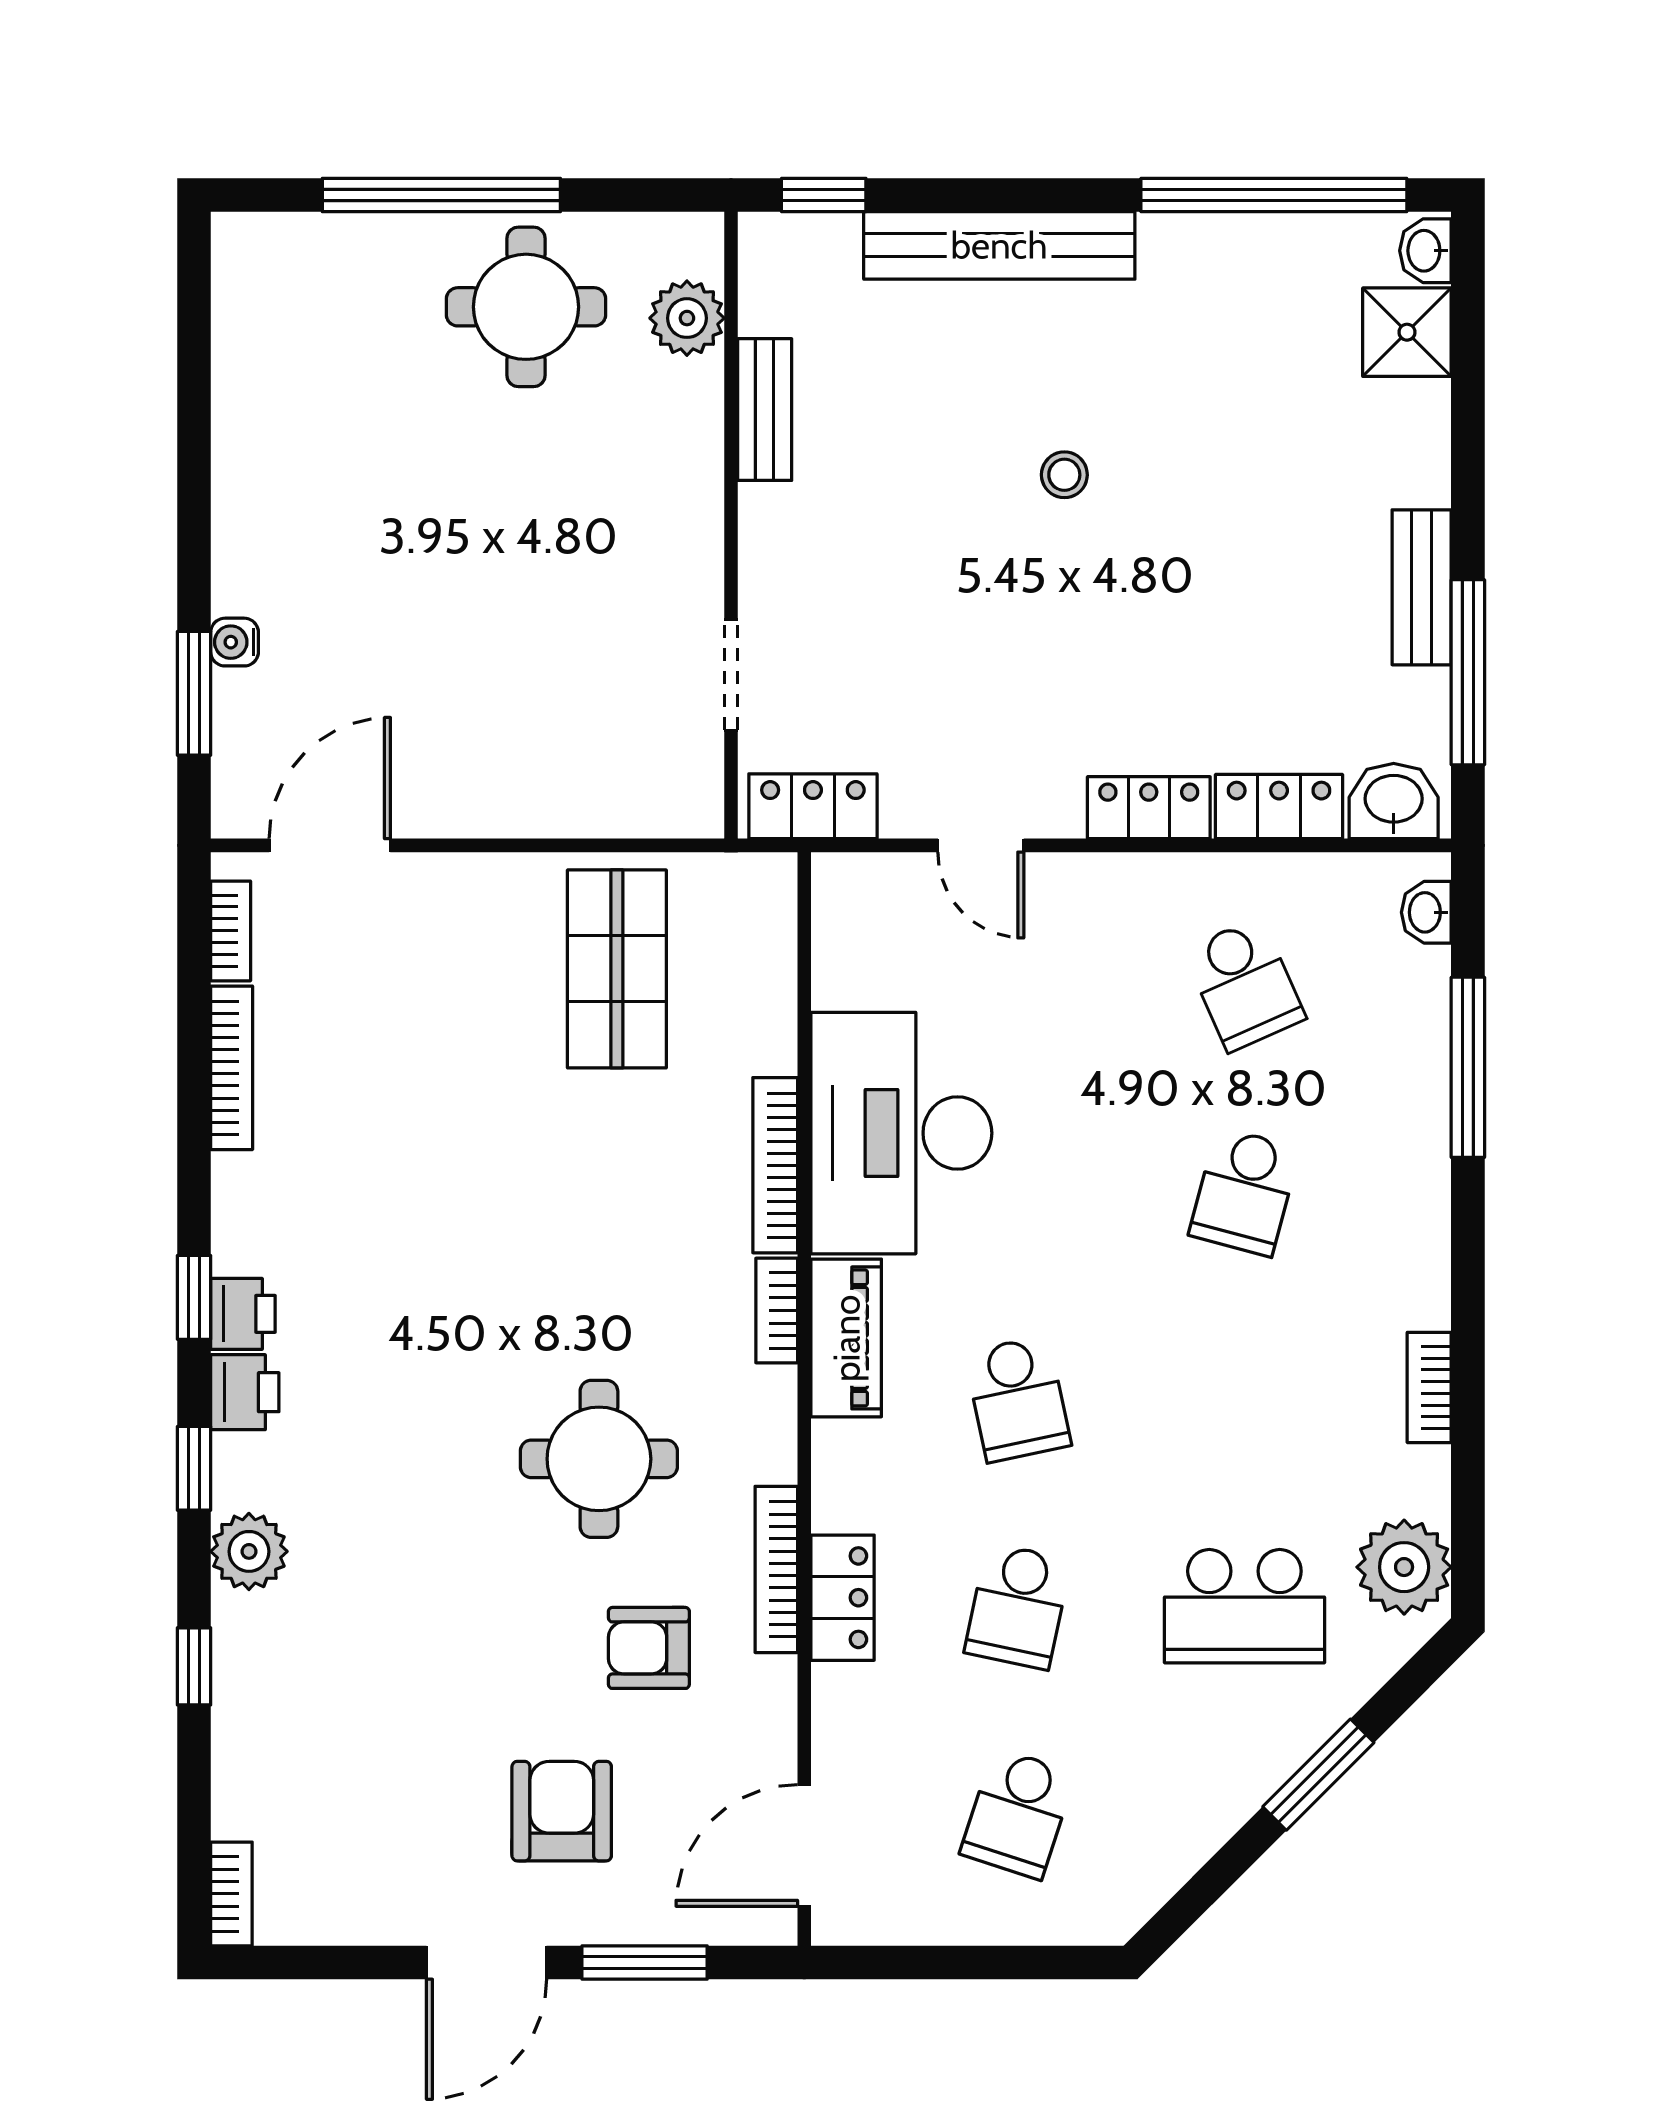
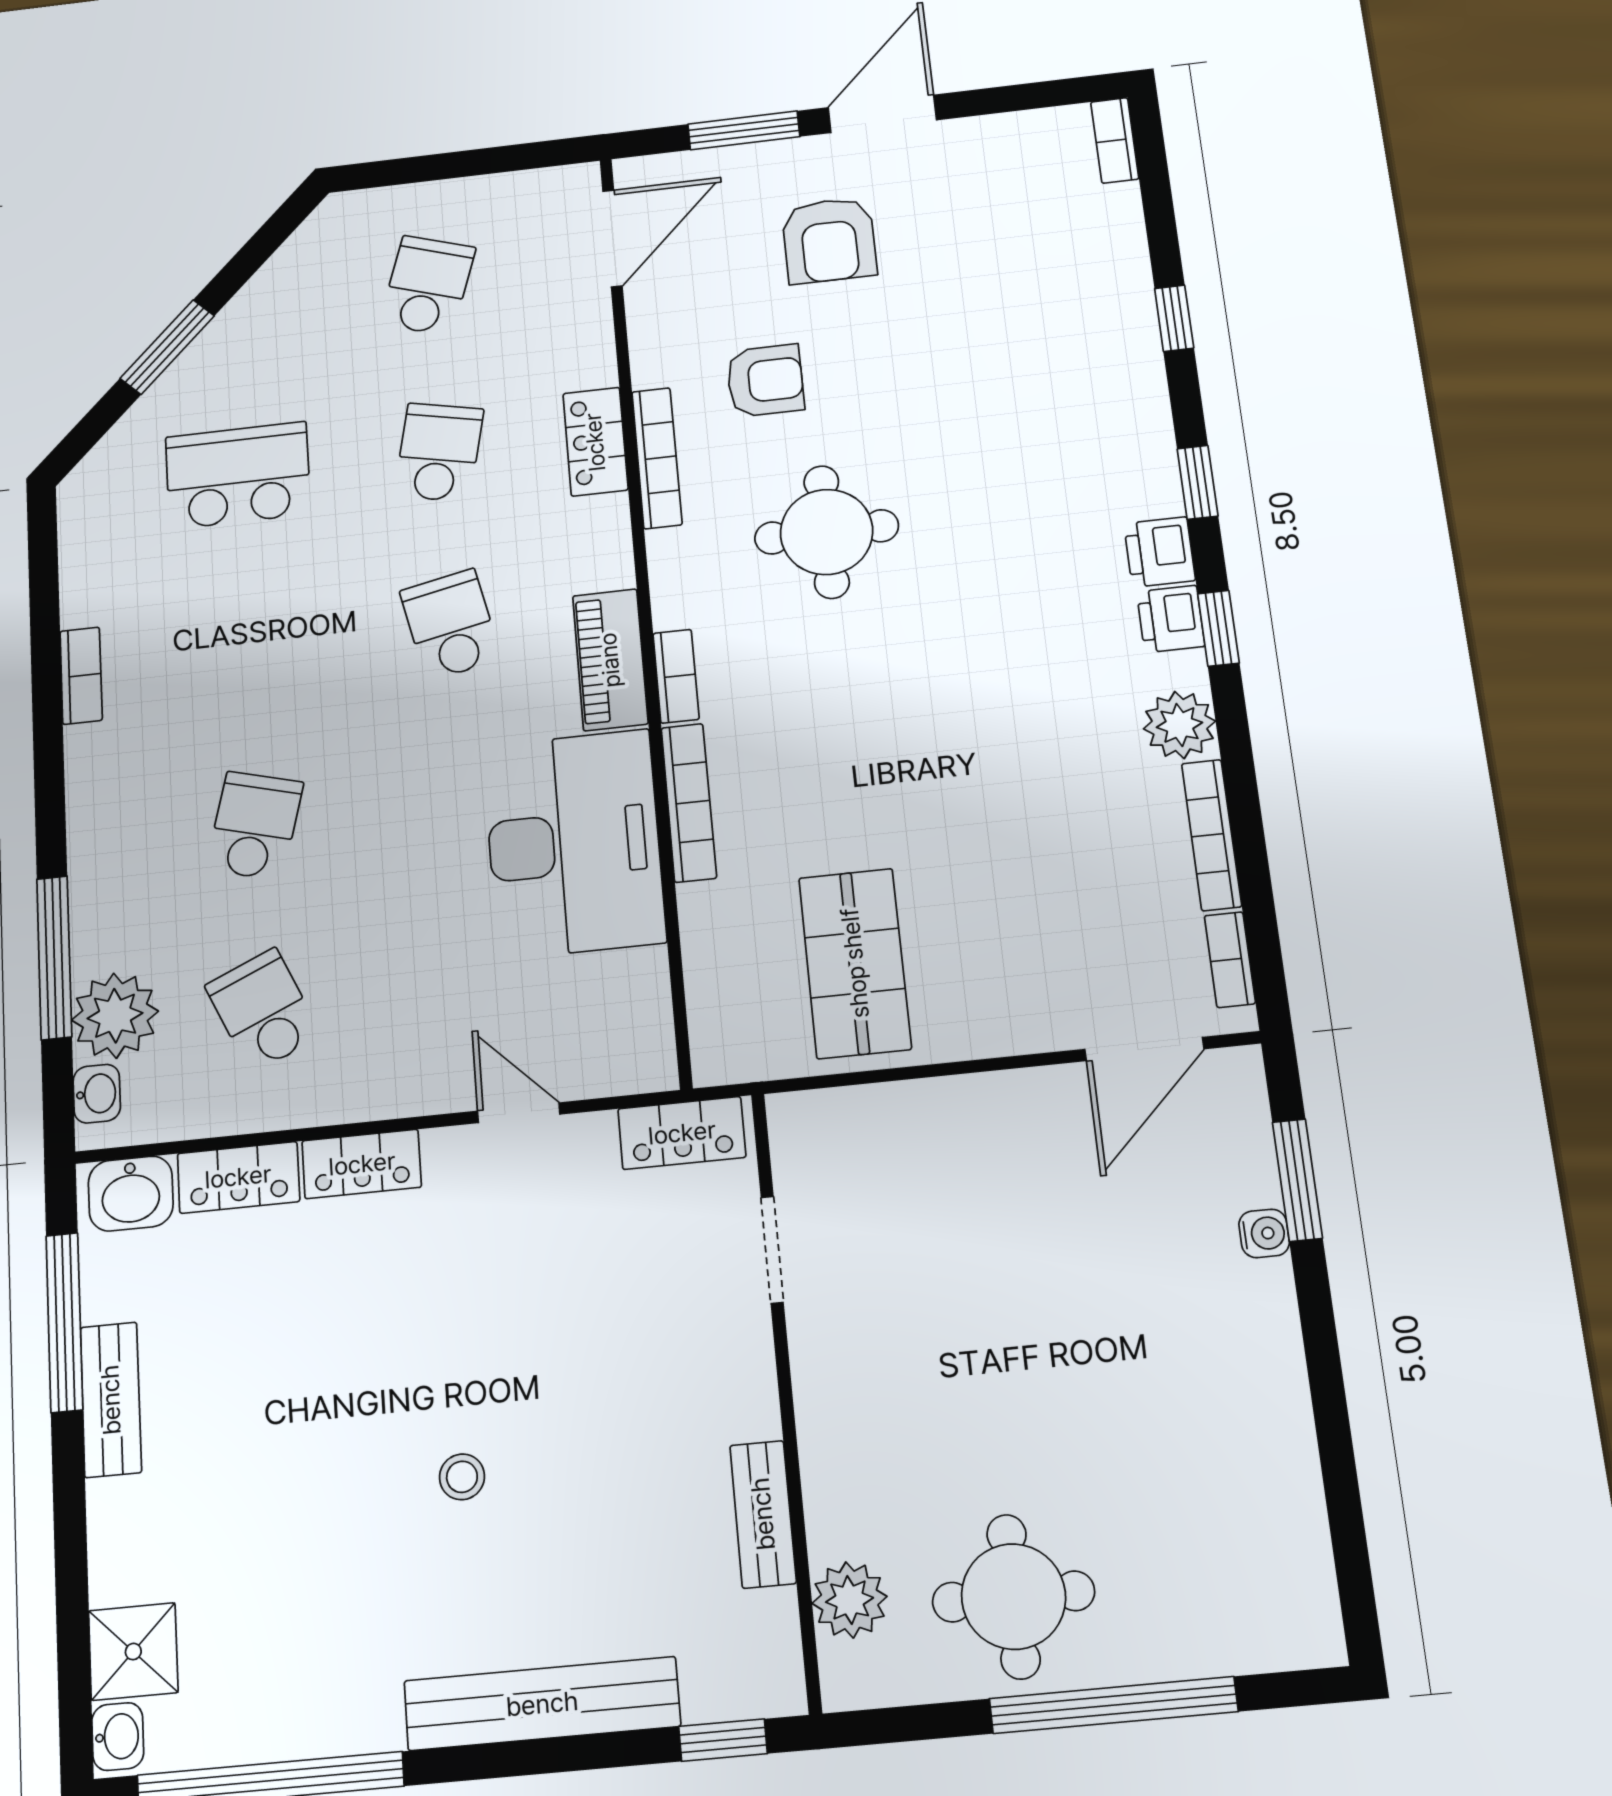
plant: (249, 1551) -> (1179, 725), moved
plant: (1404, 1567) -> (115, 1016), moved

